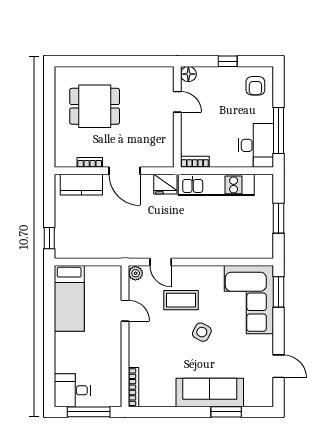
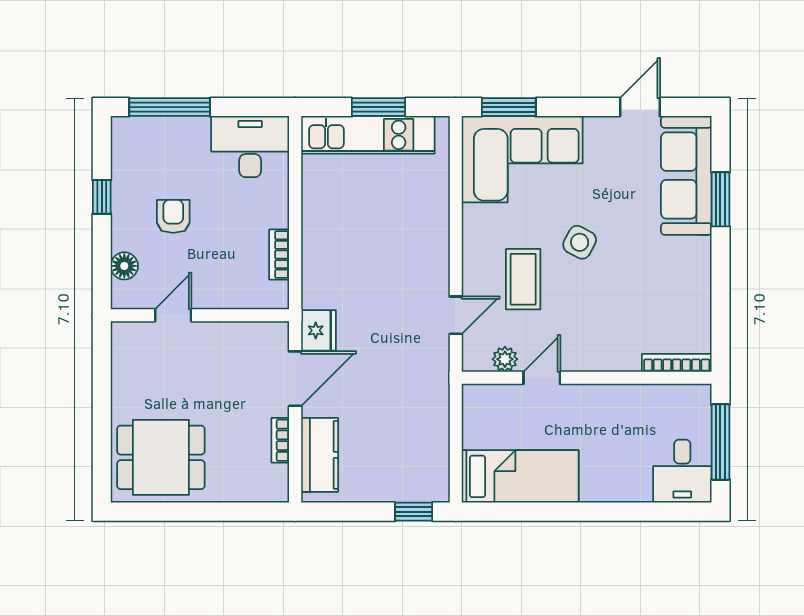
armchair: (255, 86) -> (173, 216), moved, turned -90
door: (177, 102) -> (173, 315), moved
dining table: (95, 106) -> (161, 457), moved, turned 90
wall: (177, 117) -> (200, 315), moved
window: (278, 131) -> (170, 107), moved
fridge: (165, 184) -> (319, 330), moved
kitchen unit: (216, 185) -> (368, 135), moved, turned 90
plant: (136, 273) -> (505, 359), moved
sofa: (210, 393) -> (686, 175), moved

